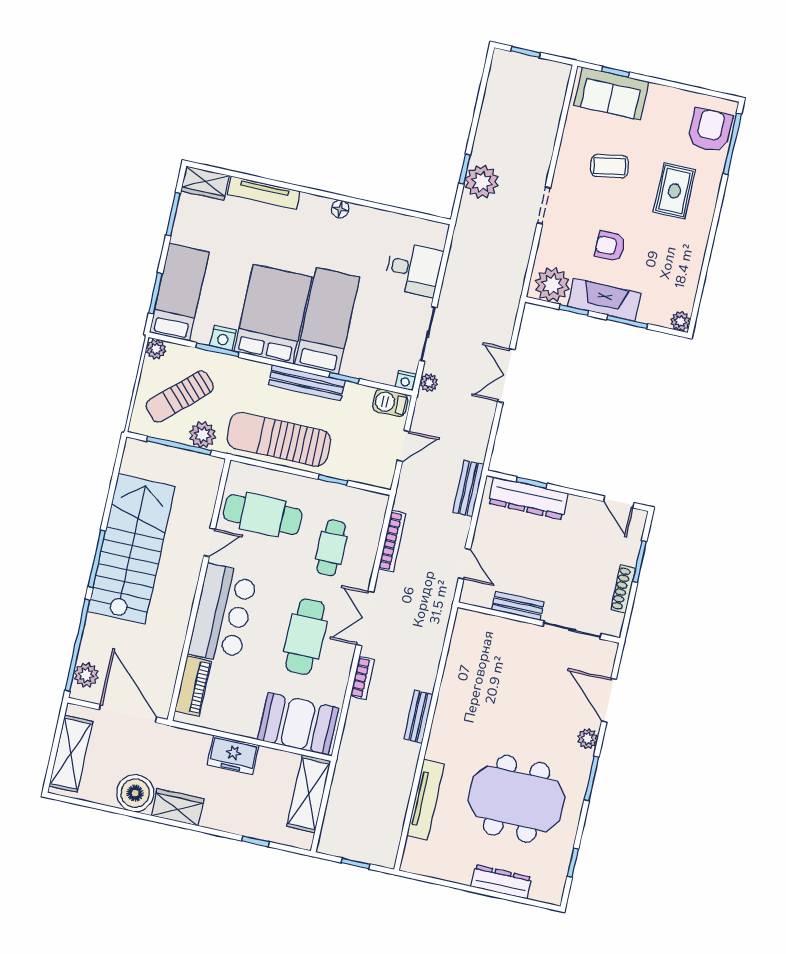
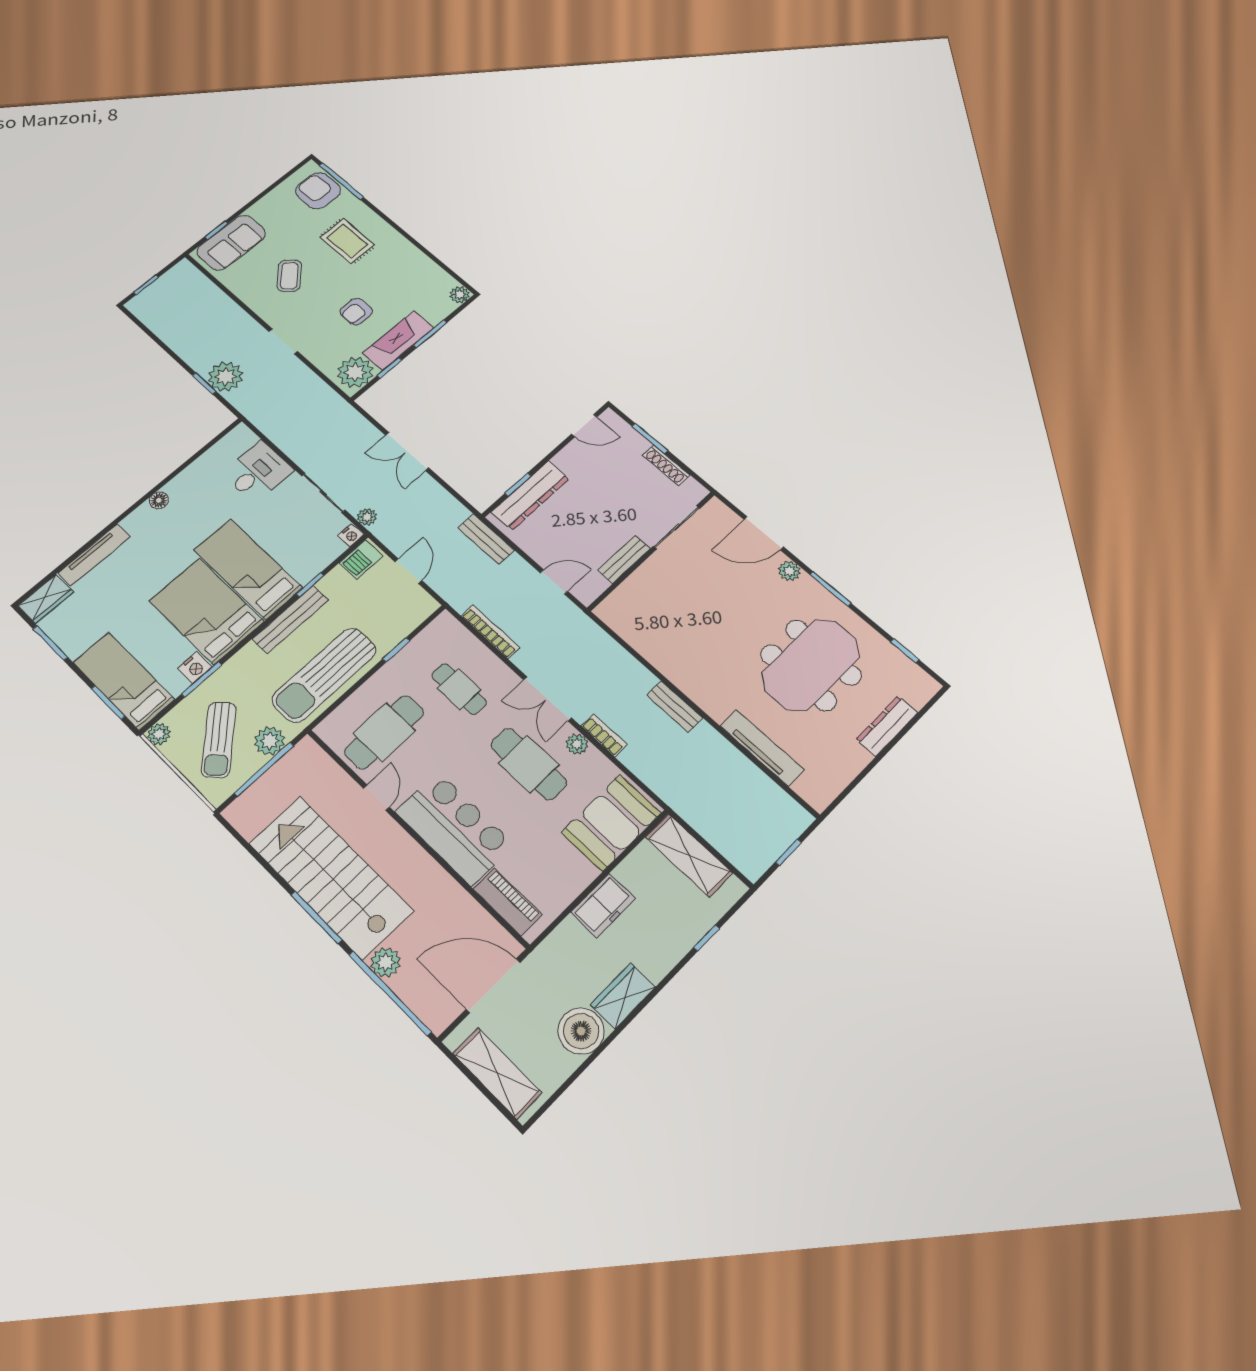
coffee table: (610, 166) -> (289, 276), turned -34
plant: (343, 662) -> (577, 744), added
plant: (86, 675) -> (386, 962), moved

